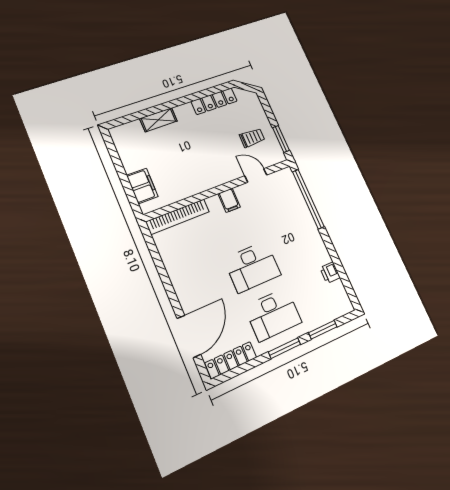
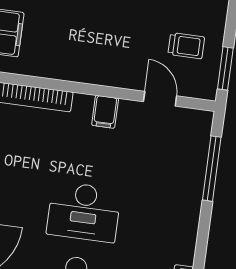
window: (308, 199) -> (212, 169), width x0.68

